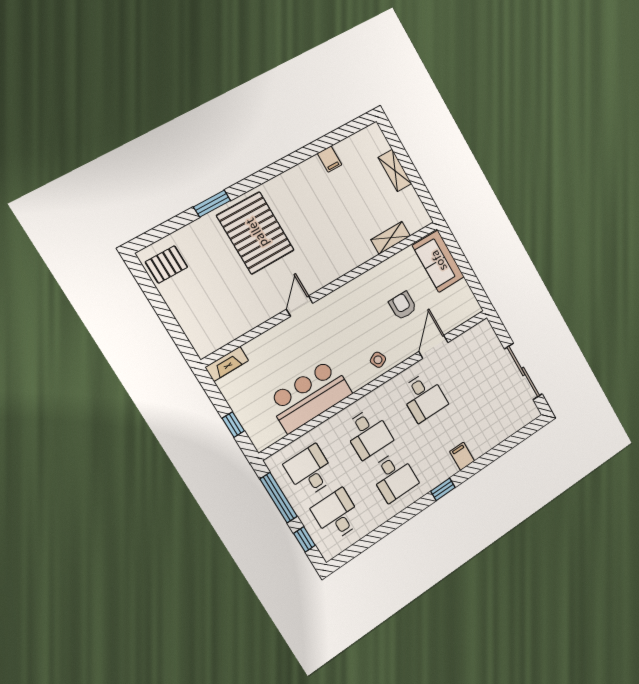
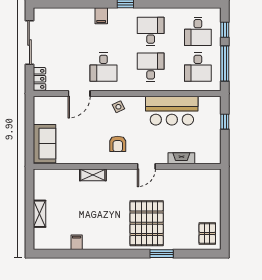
shelving: (391, 238) -> (93, 175), moved
pallet: (166, 265) -> (207, 234), turned 90
armchair: (403, 306) -> (118, 144), moved
locker: (488, 336) -> (39, 79), added
fireplace: (227, 364) -> (181, 158), moved
desk: (424, 397) -> (104, 67), turned 180

